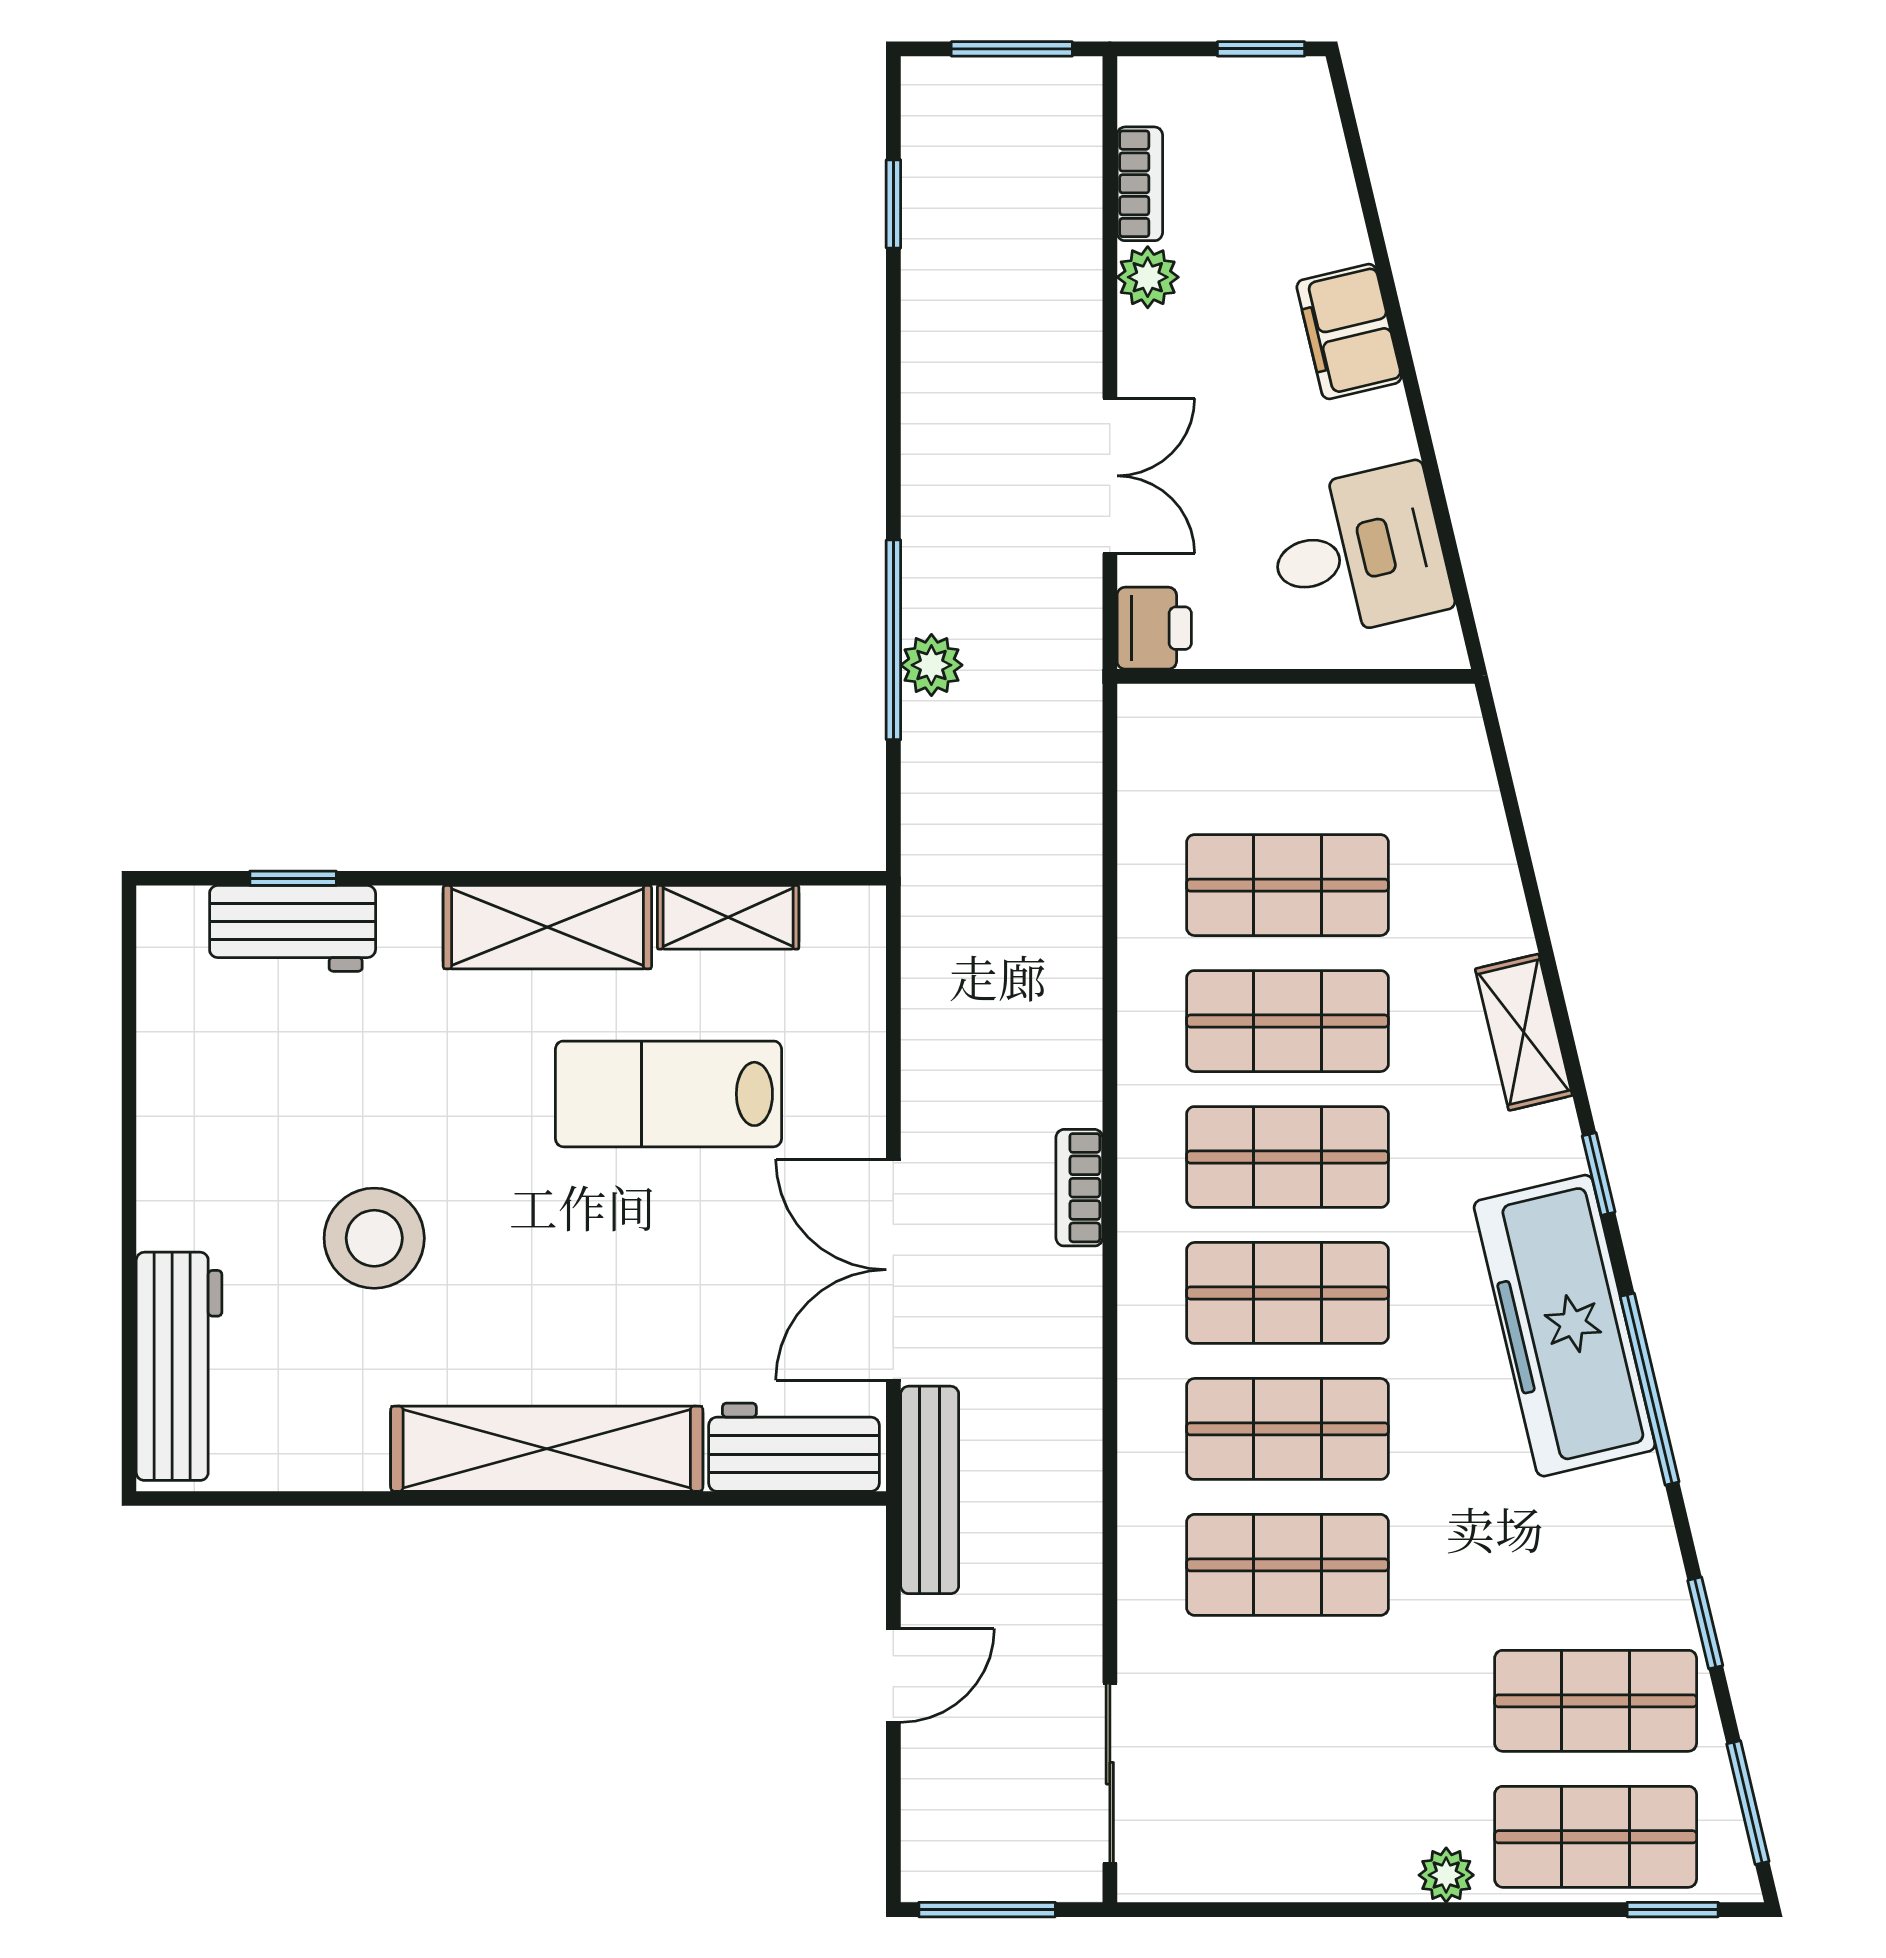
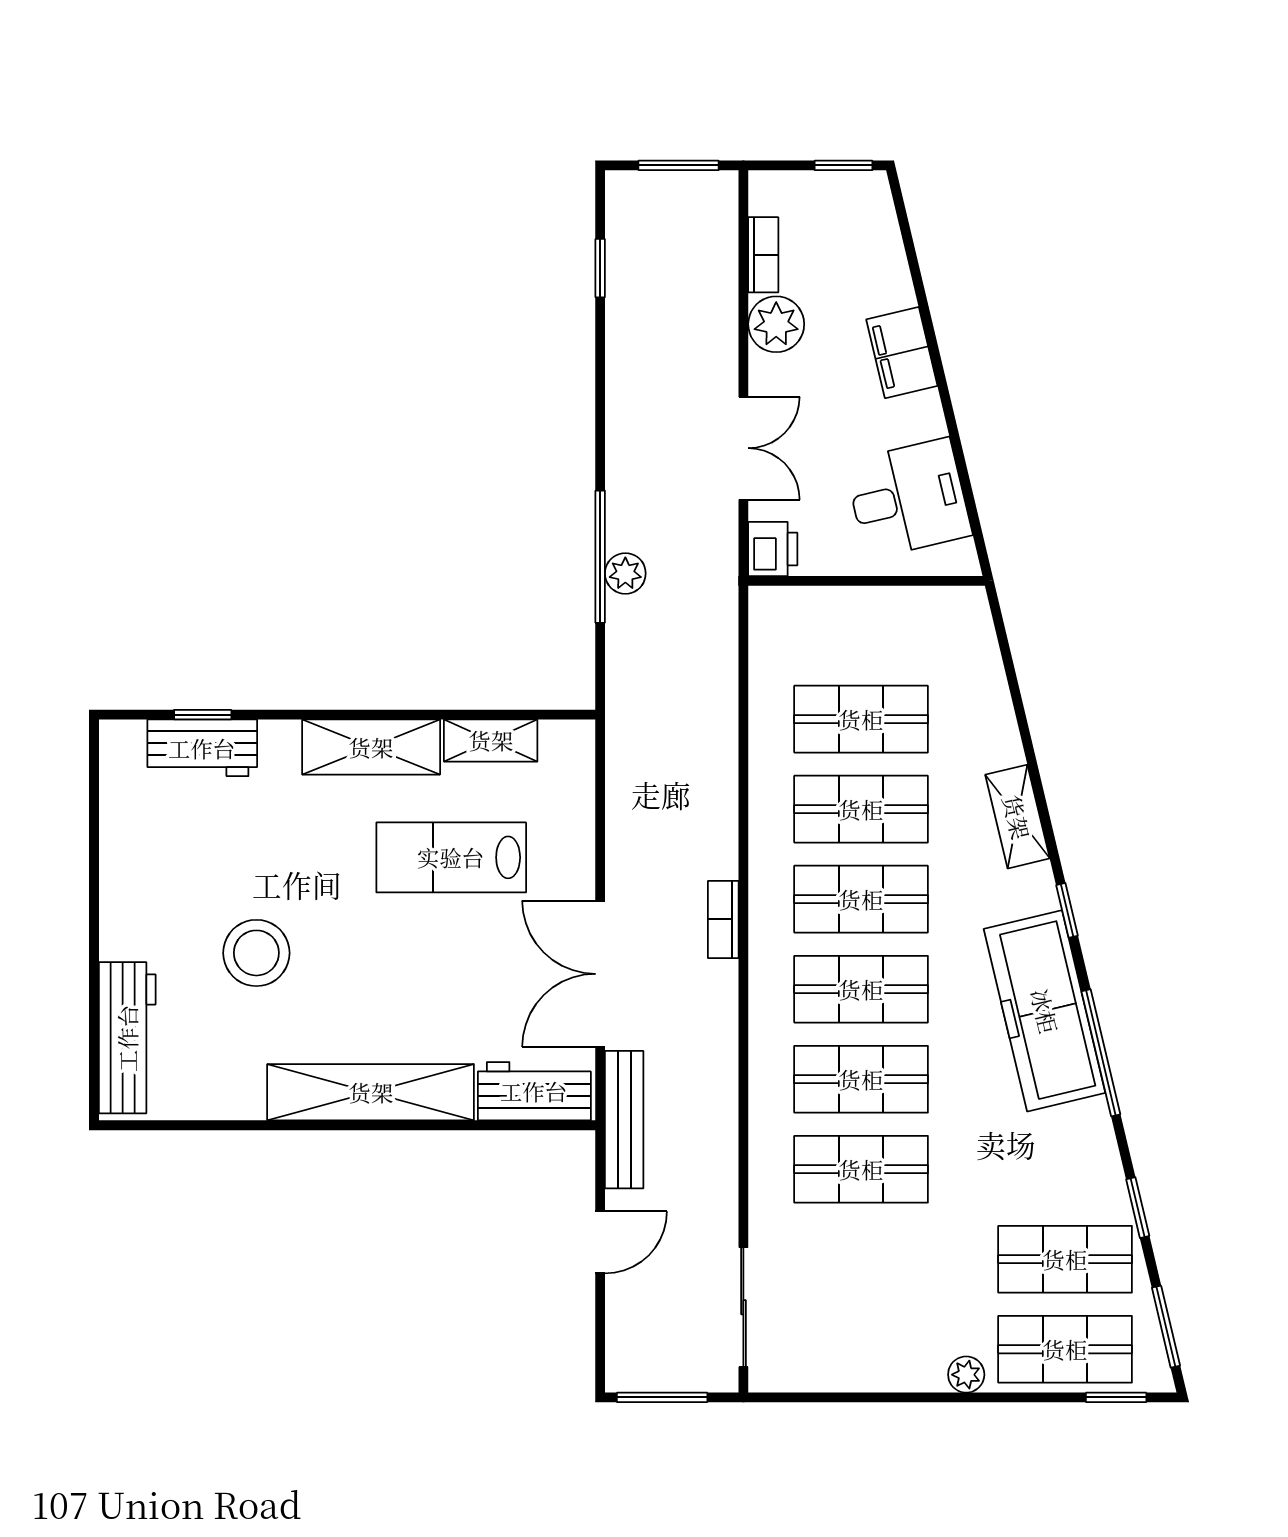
plant: (1148, 277) -> (776, 324), width x1.38, depth x1.38

